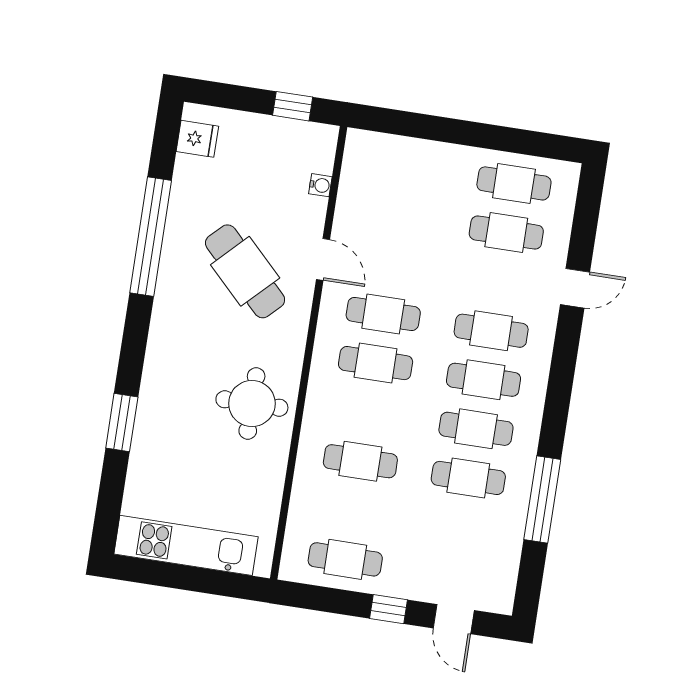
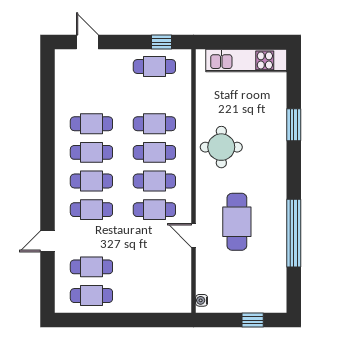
window: (293, 106) -> (253, 320), moved
fridge: (197, 139) -> (276, 293), removed
water cooler: (320, 185) -> (202, 300), moved
cafe table: (245, 271) -> (237, 222), turned 45
cafe table: (368, 412) -> (154, 152), added
window: (542, 500) -> (47, 118), removed
window: (389, 609) -> (161, 42), moved

